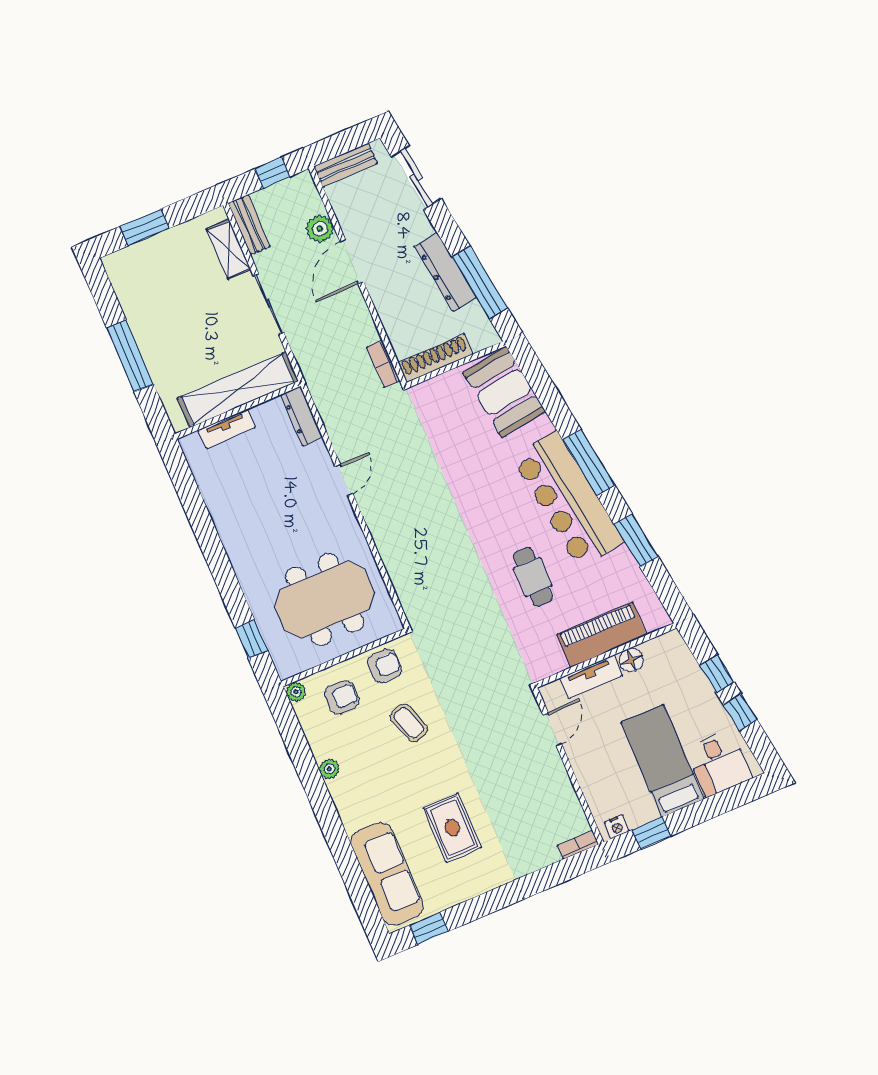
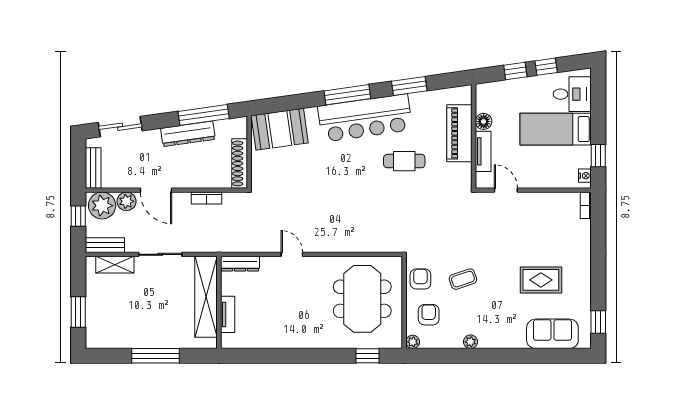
plant: (300, 198) -> (102, 206), added
bookcase: (383, 364) -> (207, 198), moved
sofa: (387, 874) -> (552, 334), width x0.73

